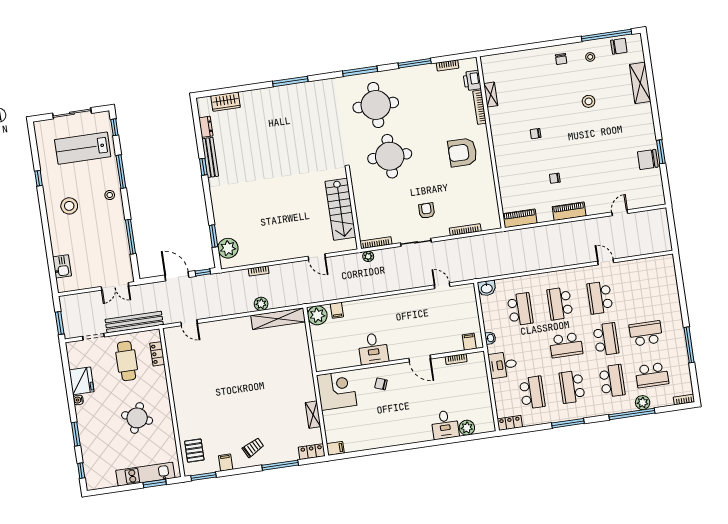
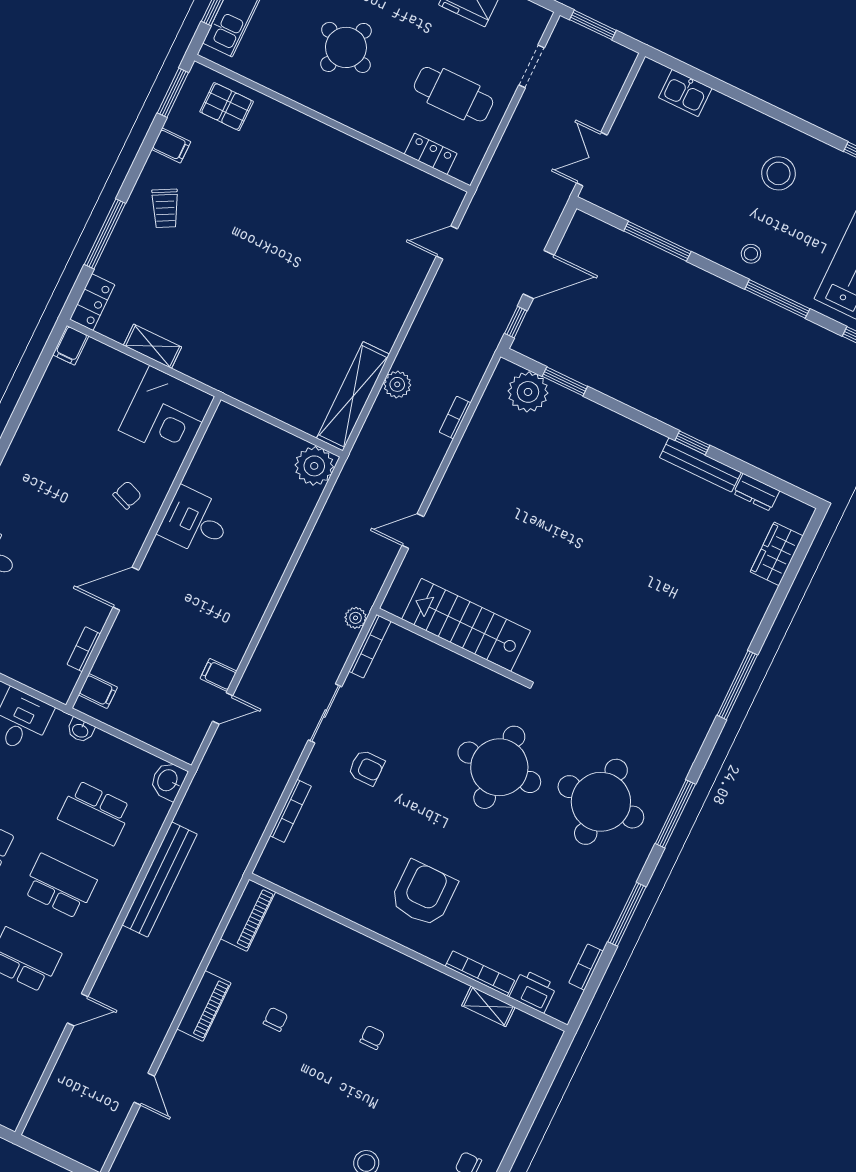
filing cabinet: (337, 310) -> (218, 675), moved
bench: (134, 322) -> (160, 879), moved

